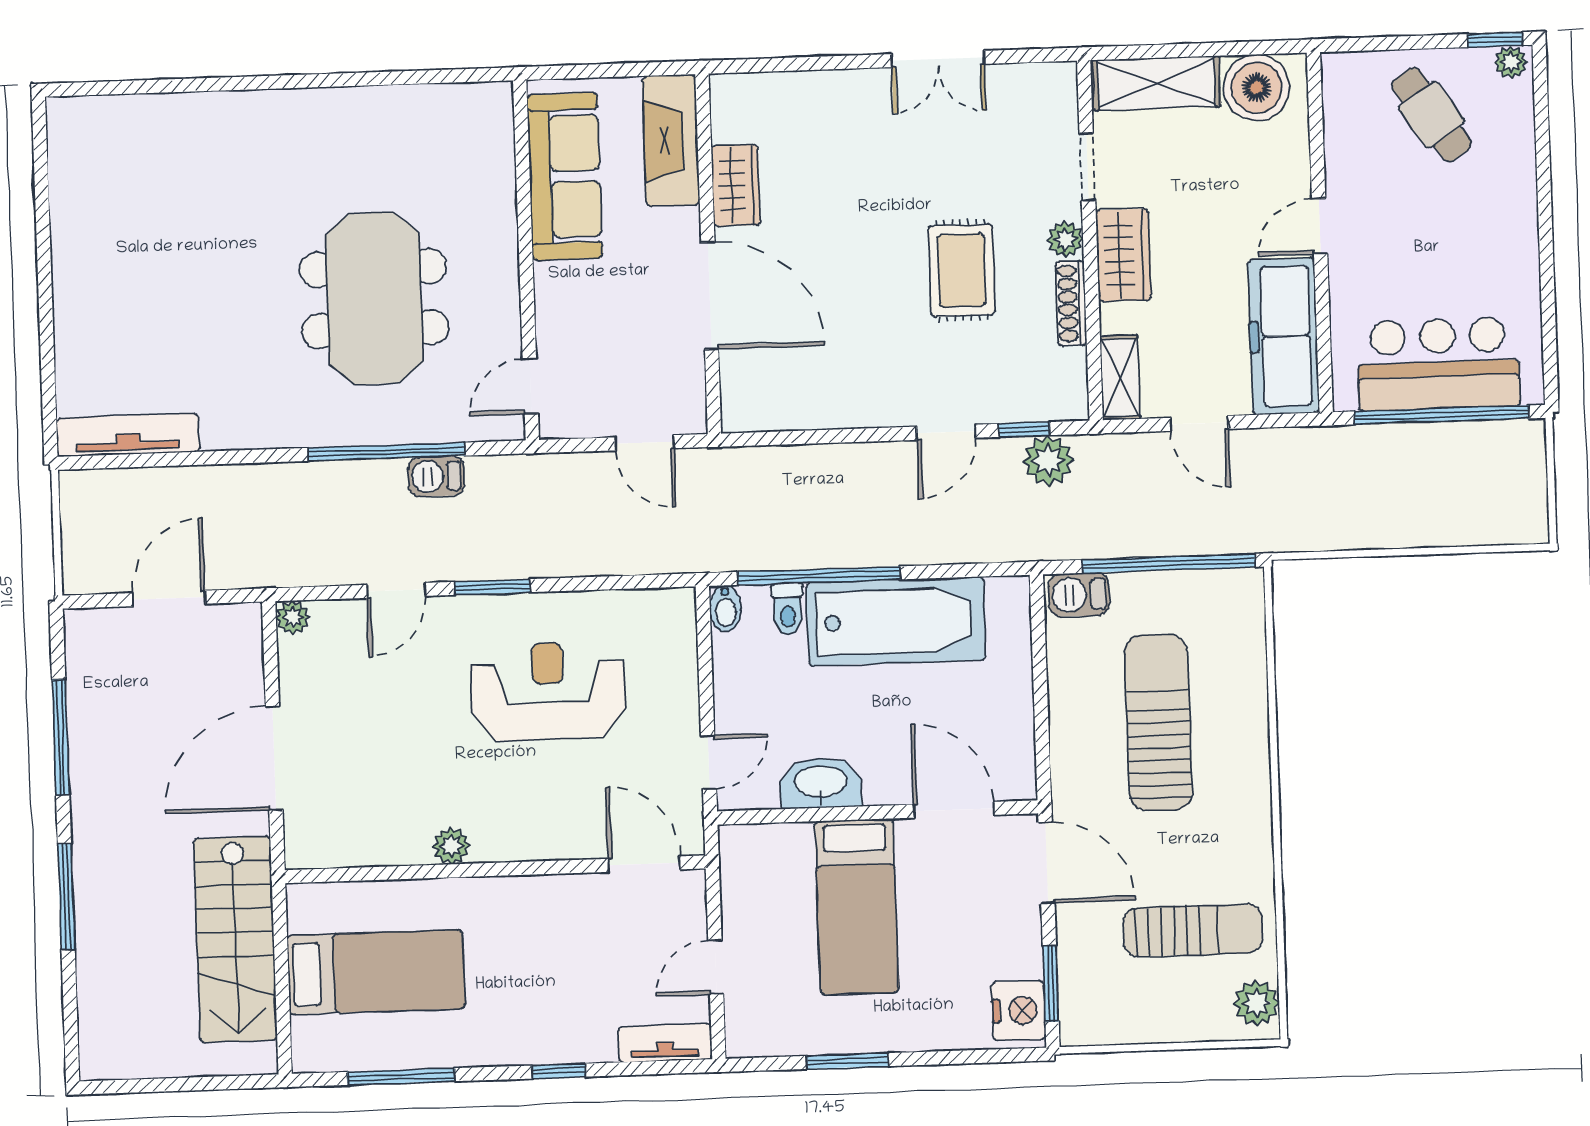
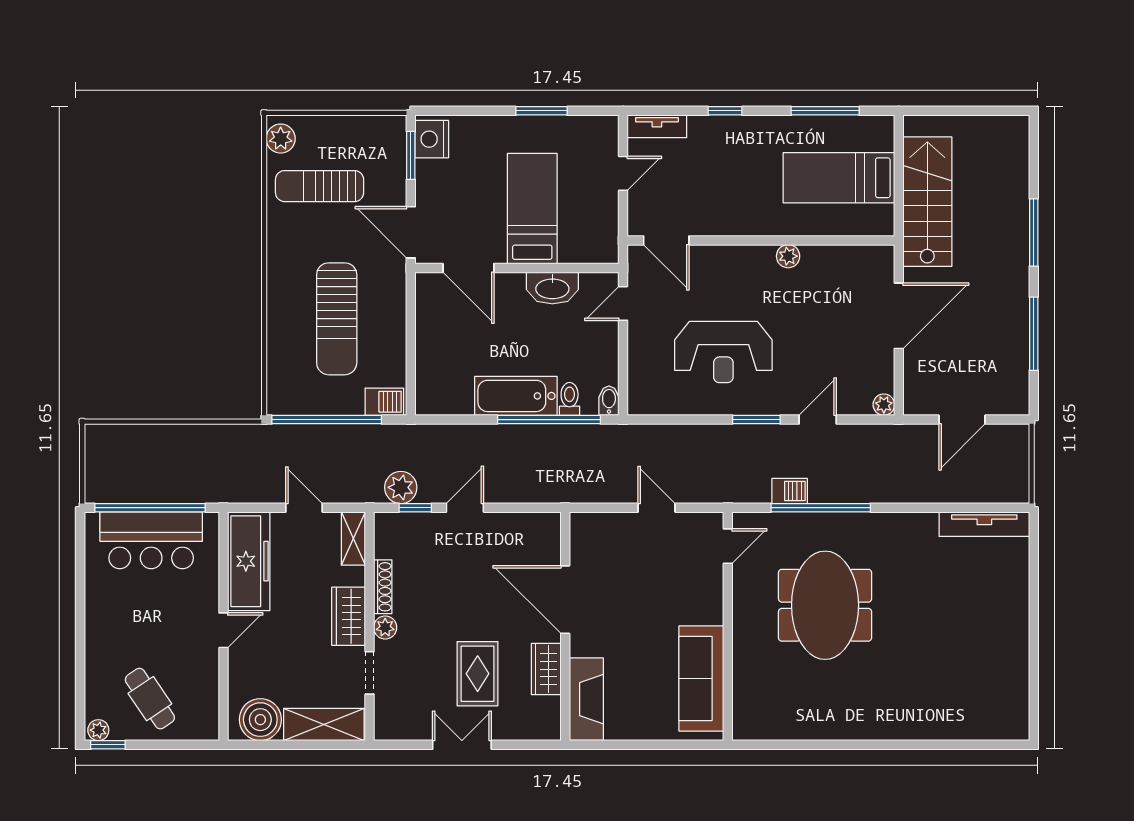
fireplace: (671, 140) -> (586, 699), moved
wardrobe: (736, 185) -> (546, 669), moved
wall: (708, 254) -> (565, 626), moved
rug: (962, 270) -> (478, 674), moved
door: (710, 296) -> (565, 600), moved
bathtub: (896, 621) -> (516, 396), width x0.73, depth x0.73

